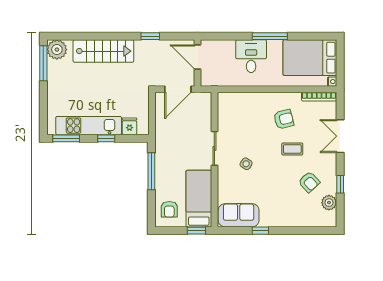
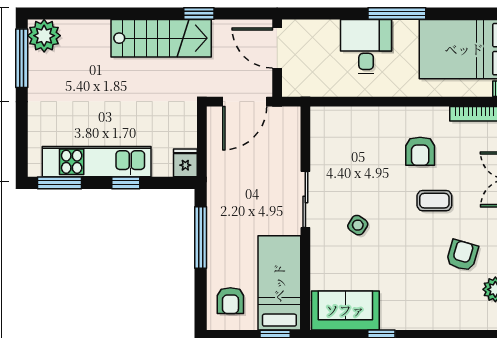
stairs: (103, 51) -> (161, 38), moved
armchair: (284, 119) -> (420, 151), turned 104
fridge: (130, 126) -> (185, 163), moved
armchair: (309, 182) -> (462, 255), turned -121

